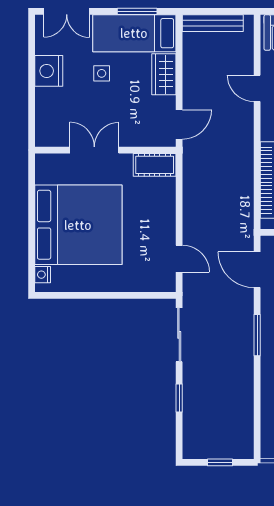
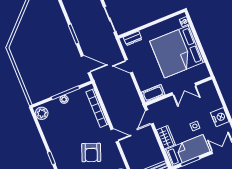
door: (257, 88) -> (115, 135), moved
door: (179, 259) -> (129, 66), moved
dresser: (151, 283) -> (133, 38), added

